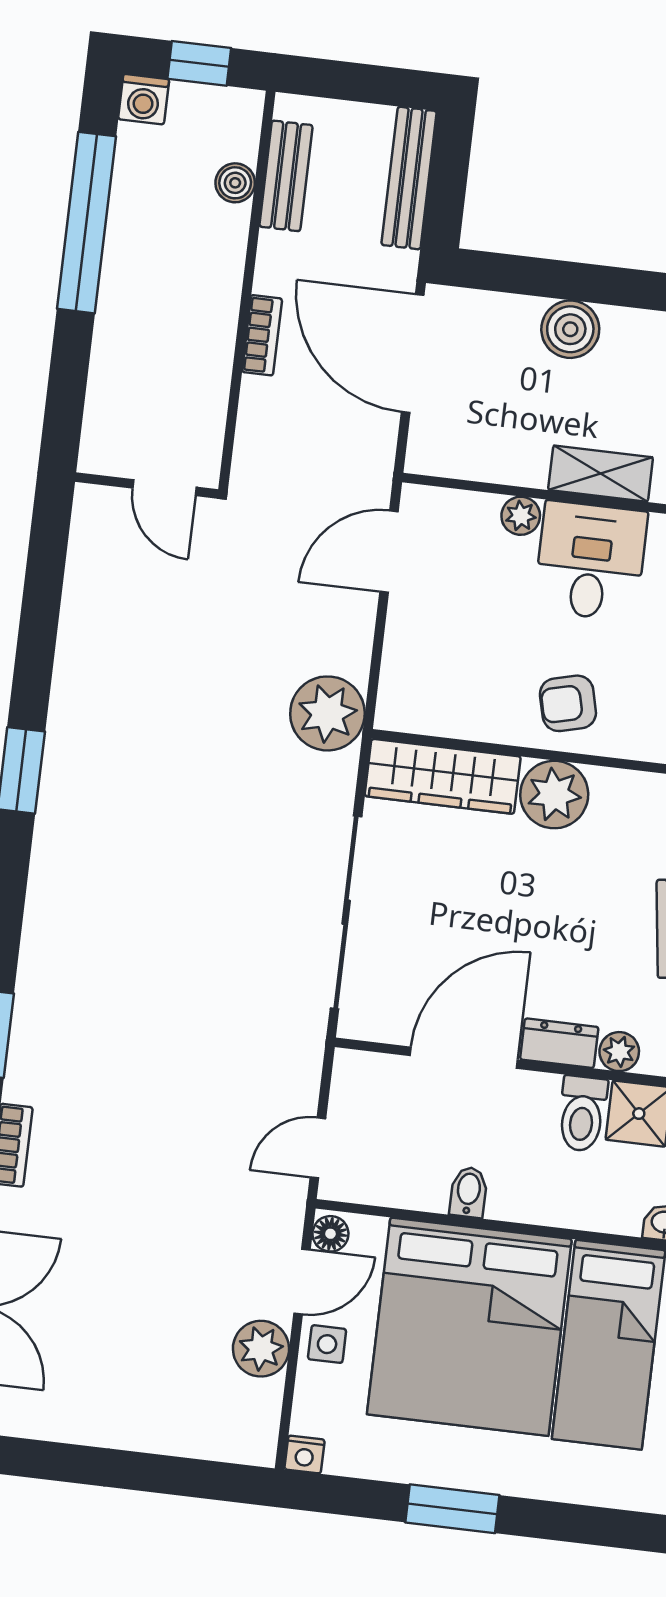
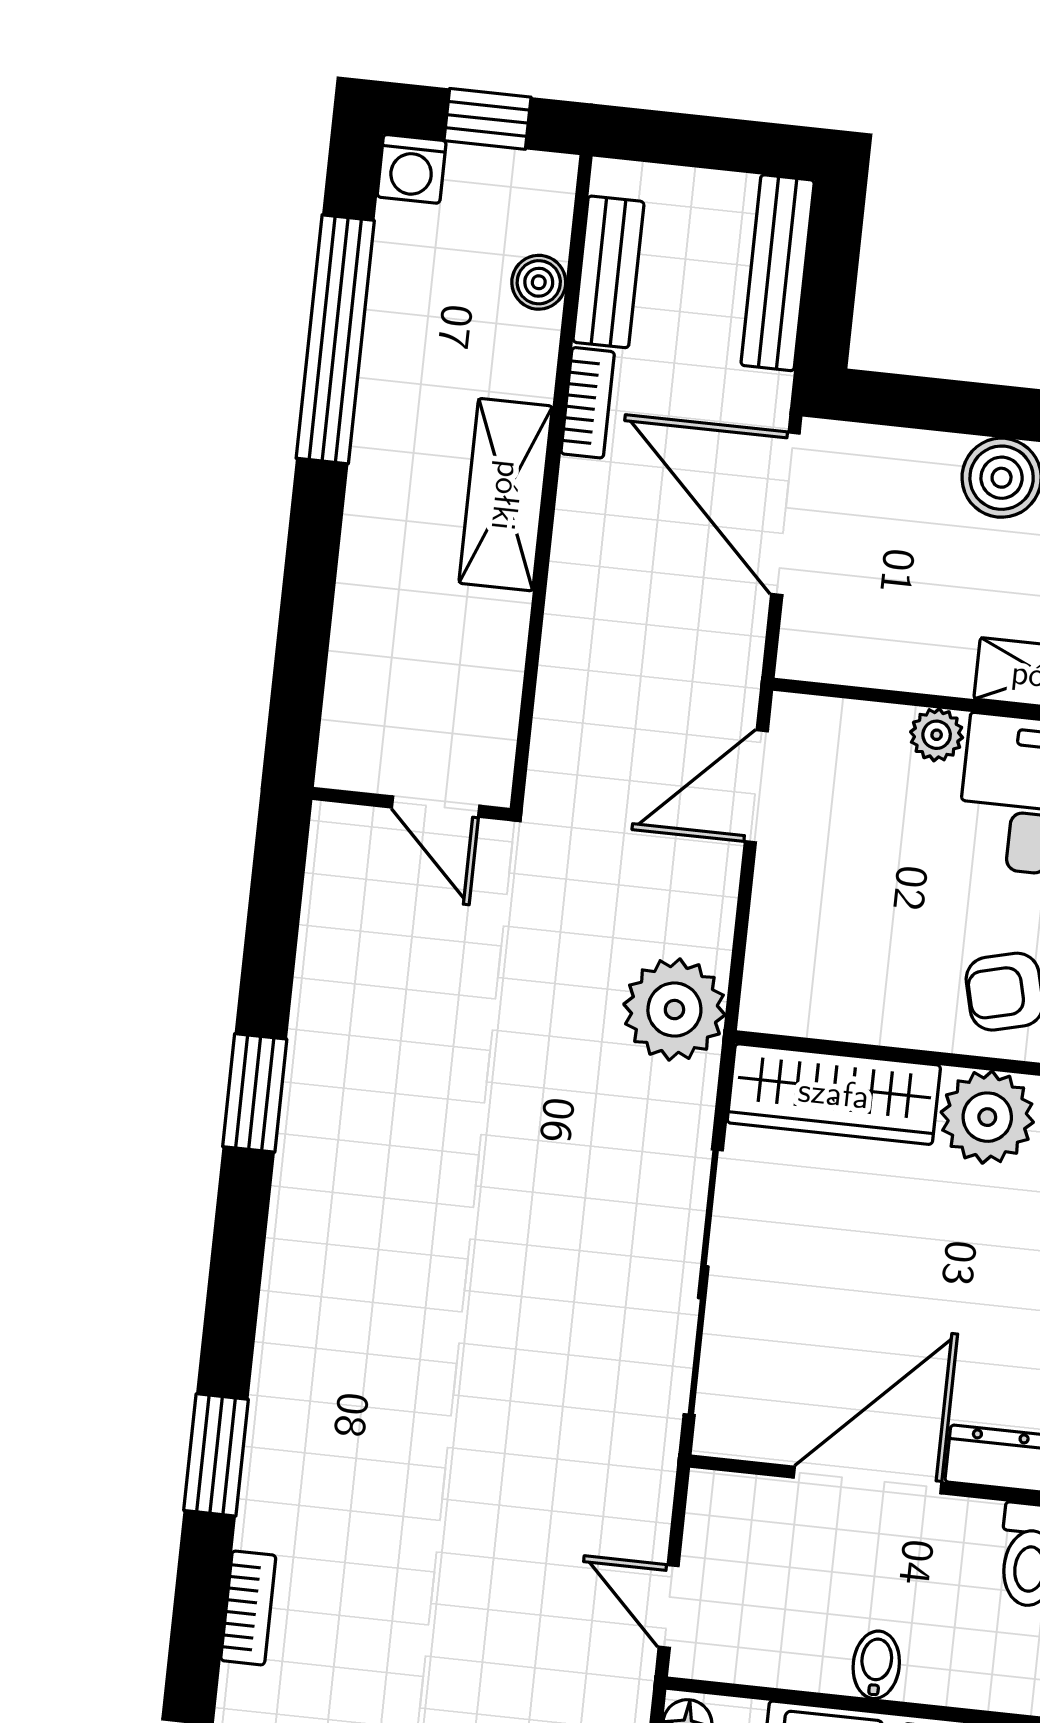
bookcase: (262, 335) -> (588, 403), moved
shelving: (209, 337) -> (506, 495), added
wall: (147, 486) -> (411, 804), moved
door: (164, 488) -> (436, 807), moved
door: (318, 1148) -> (669, 1606), hinge flipped

